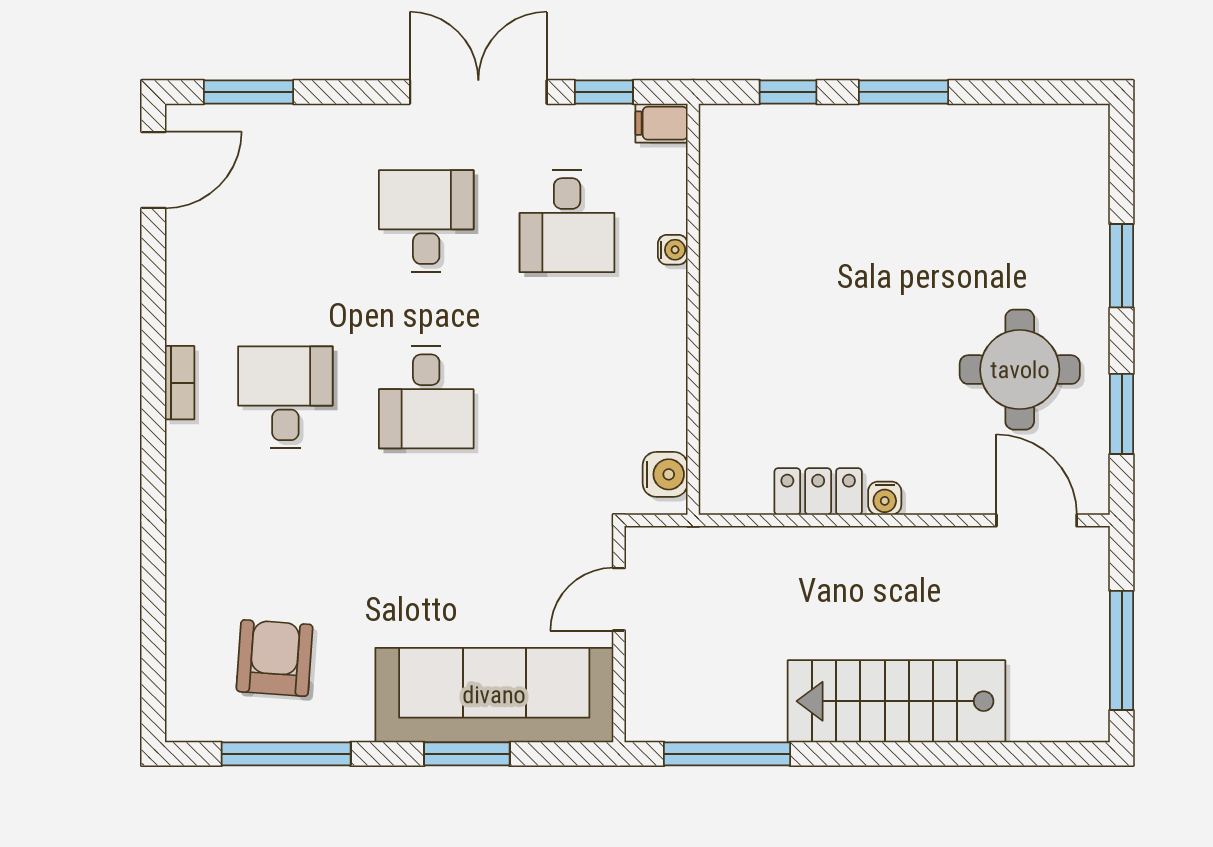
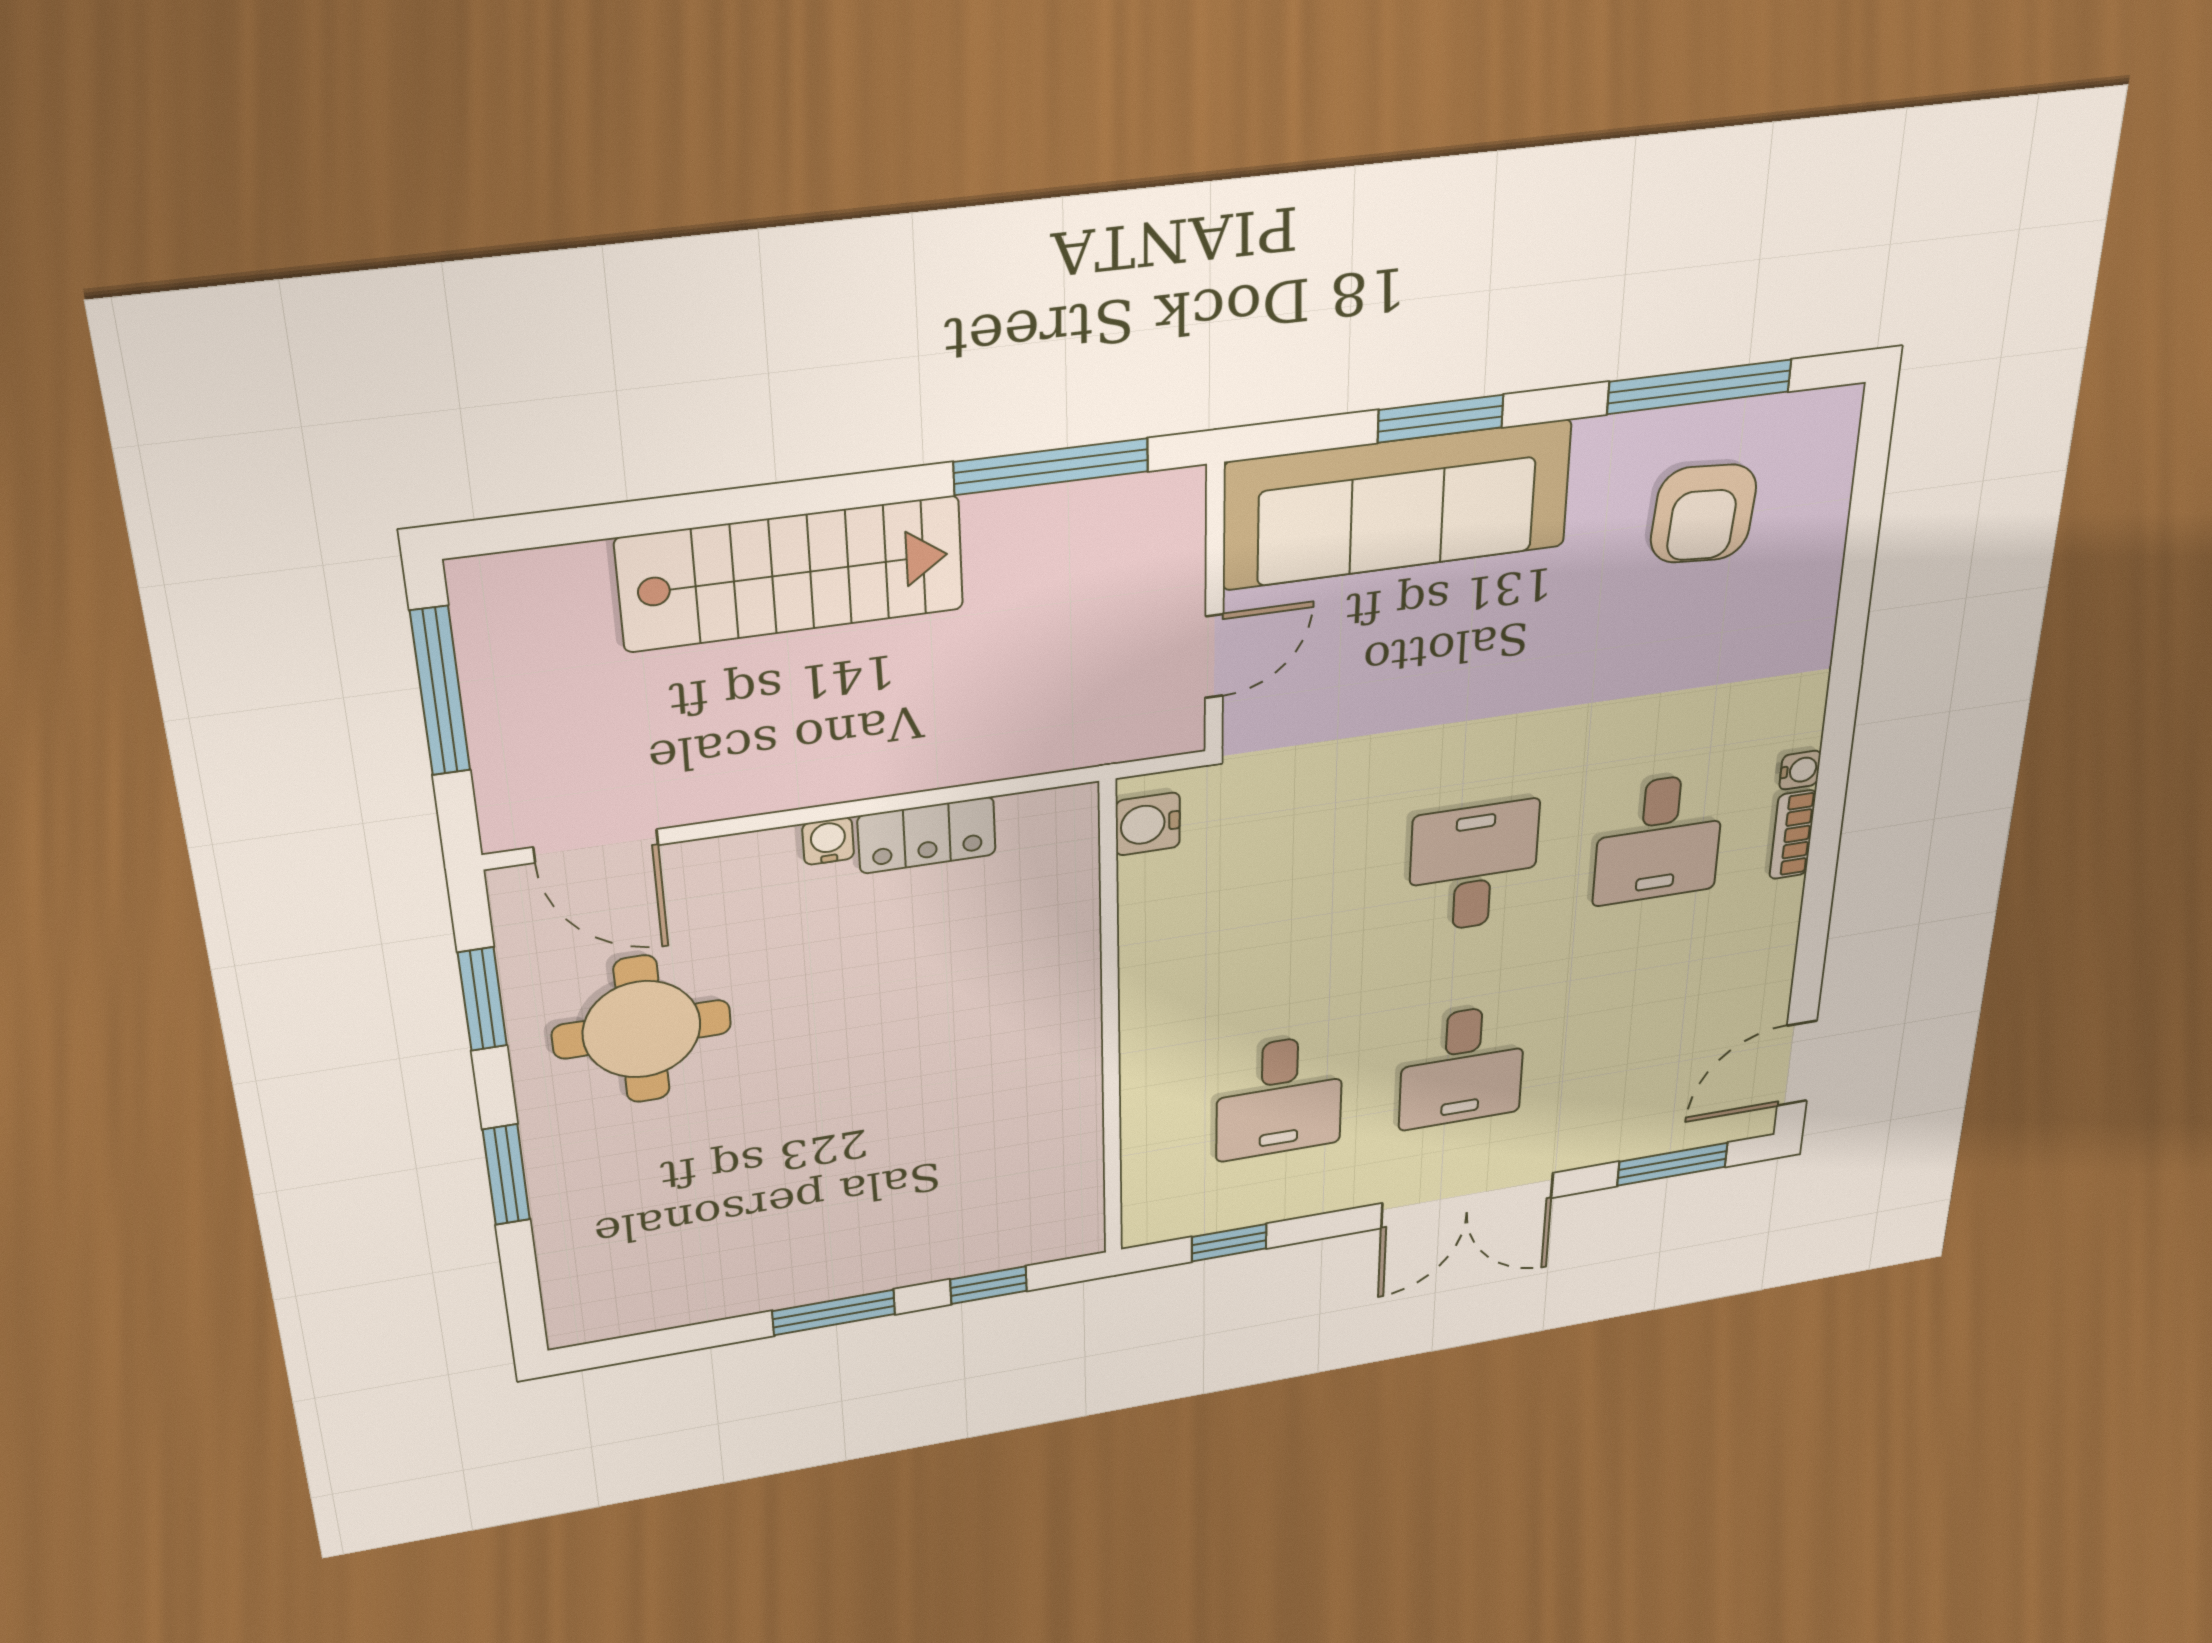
double door: (478, 92) -> (1467, 1201), moved
filing cabinet: (661, 123) -> (1155, 1223), removed
desk: (567, 221) -> (1279, 1097), turned 180
water cooler: (673, 250) -> (1800, 770), moved, turned 180

